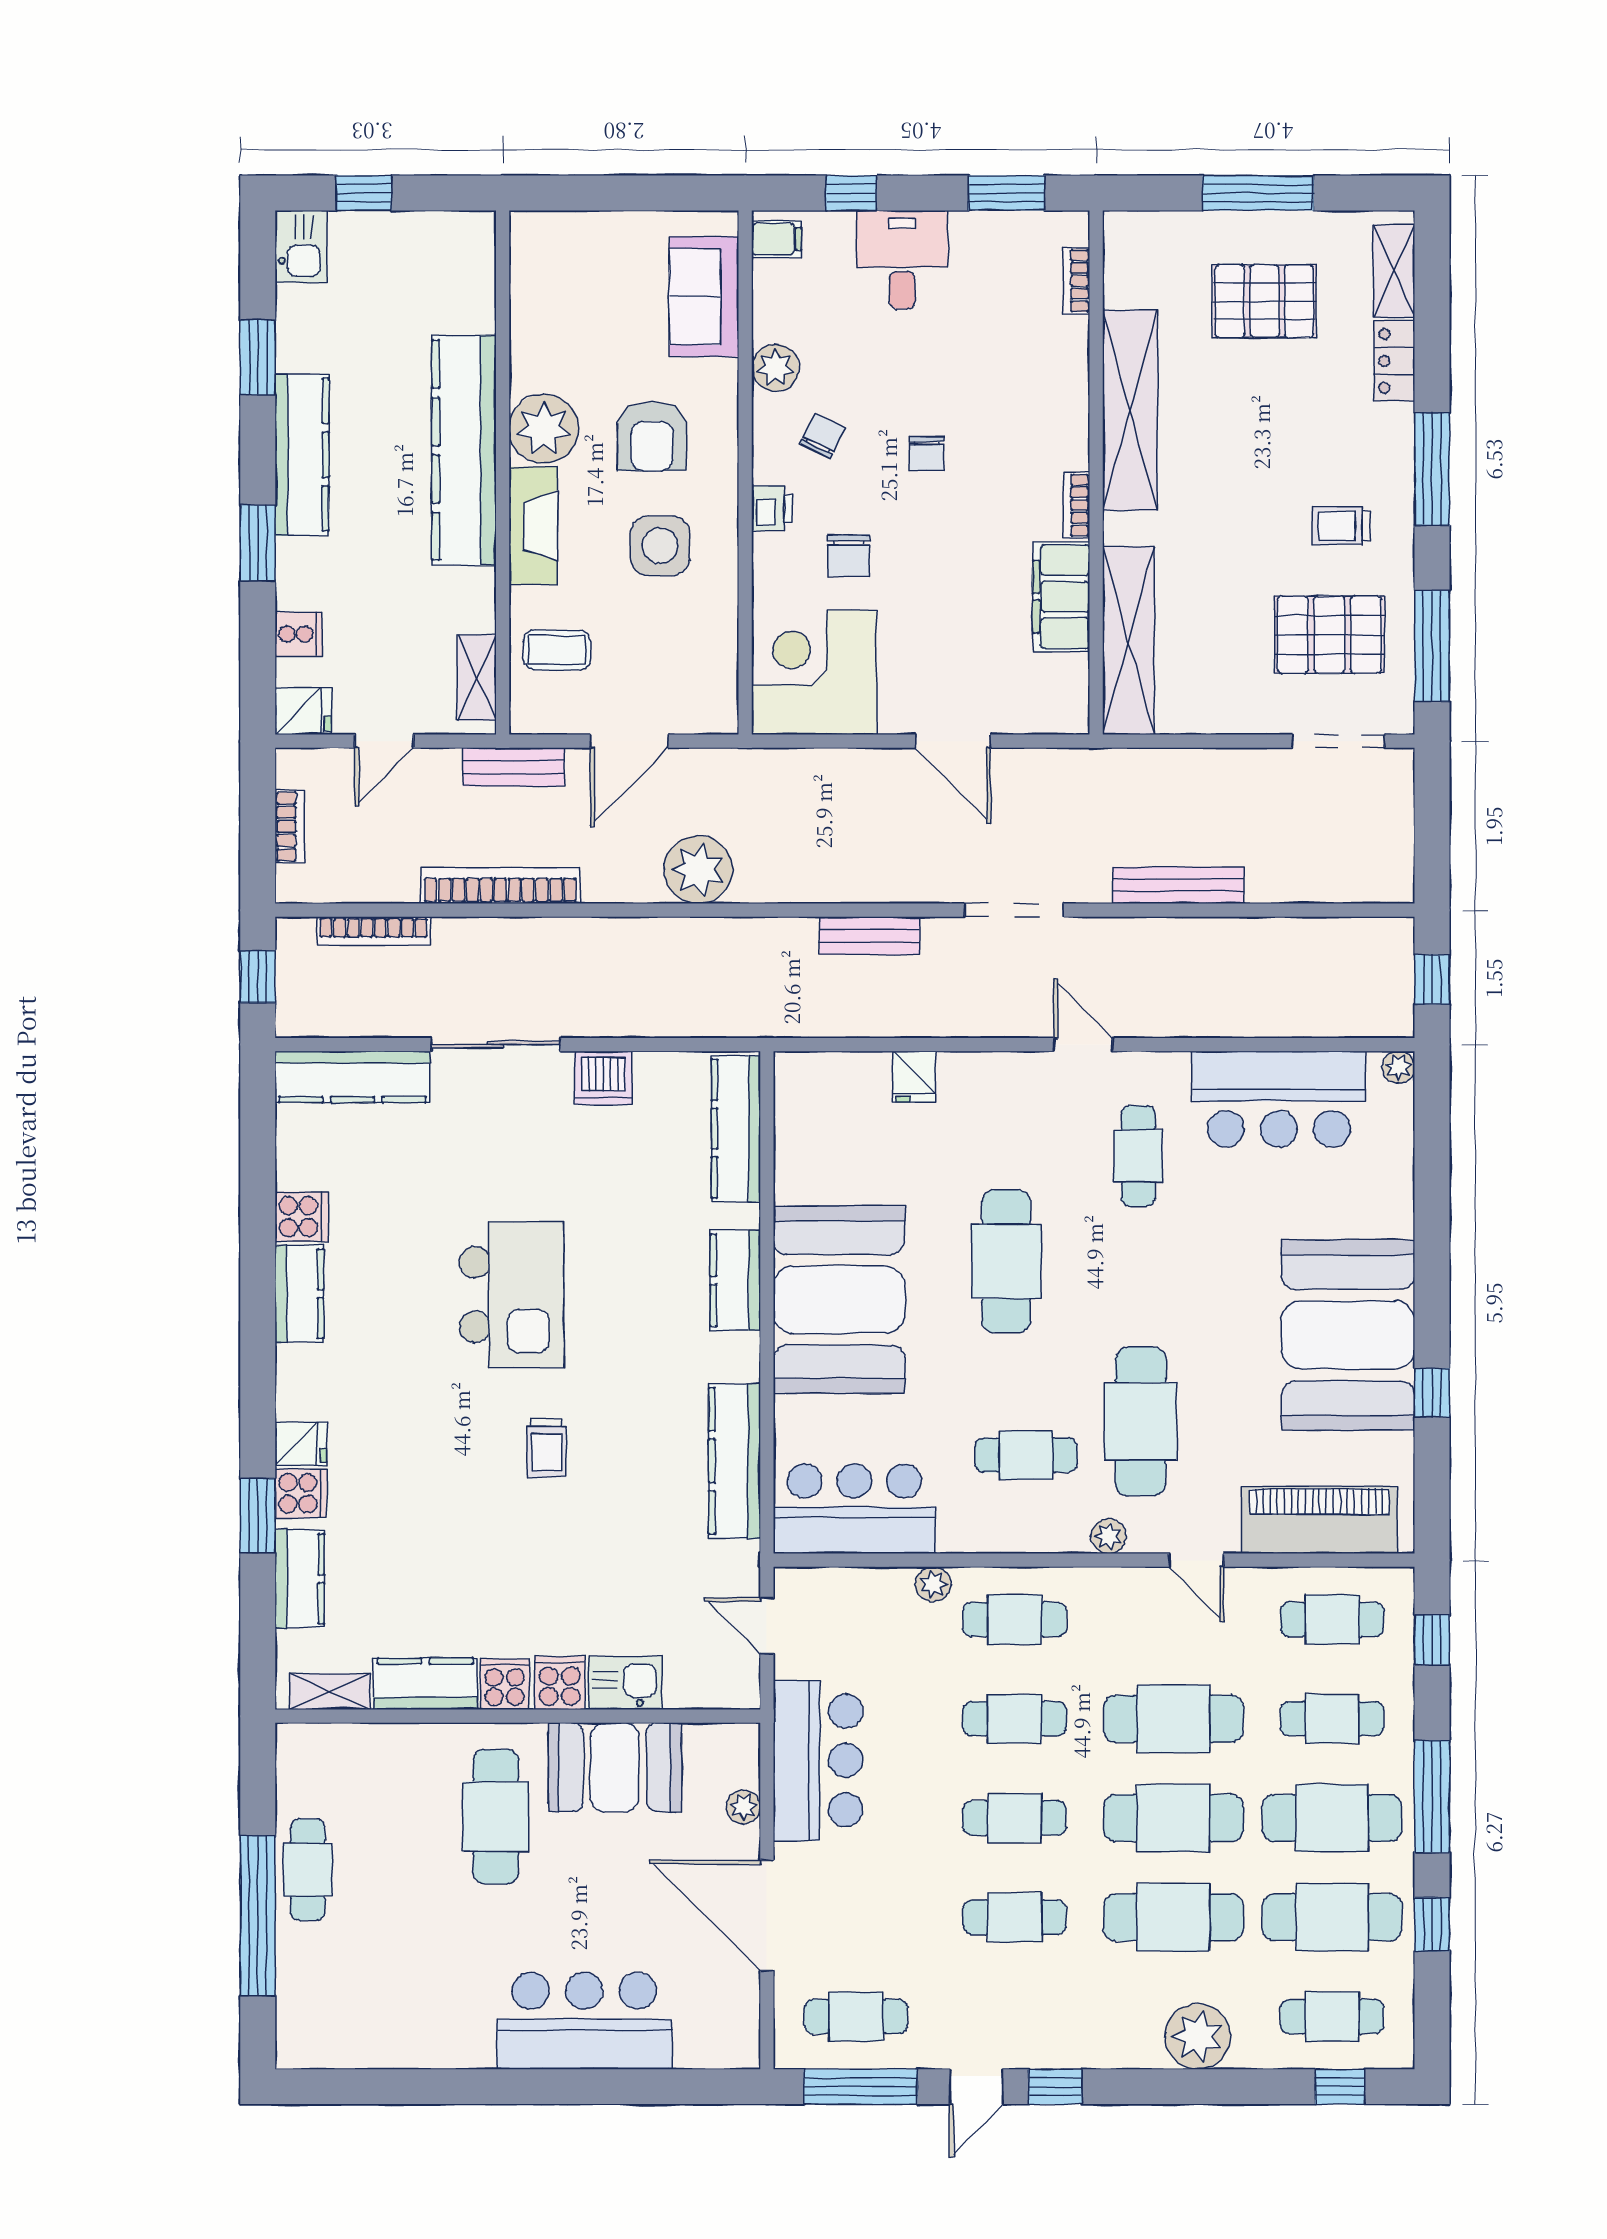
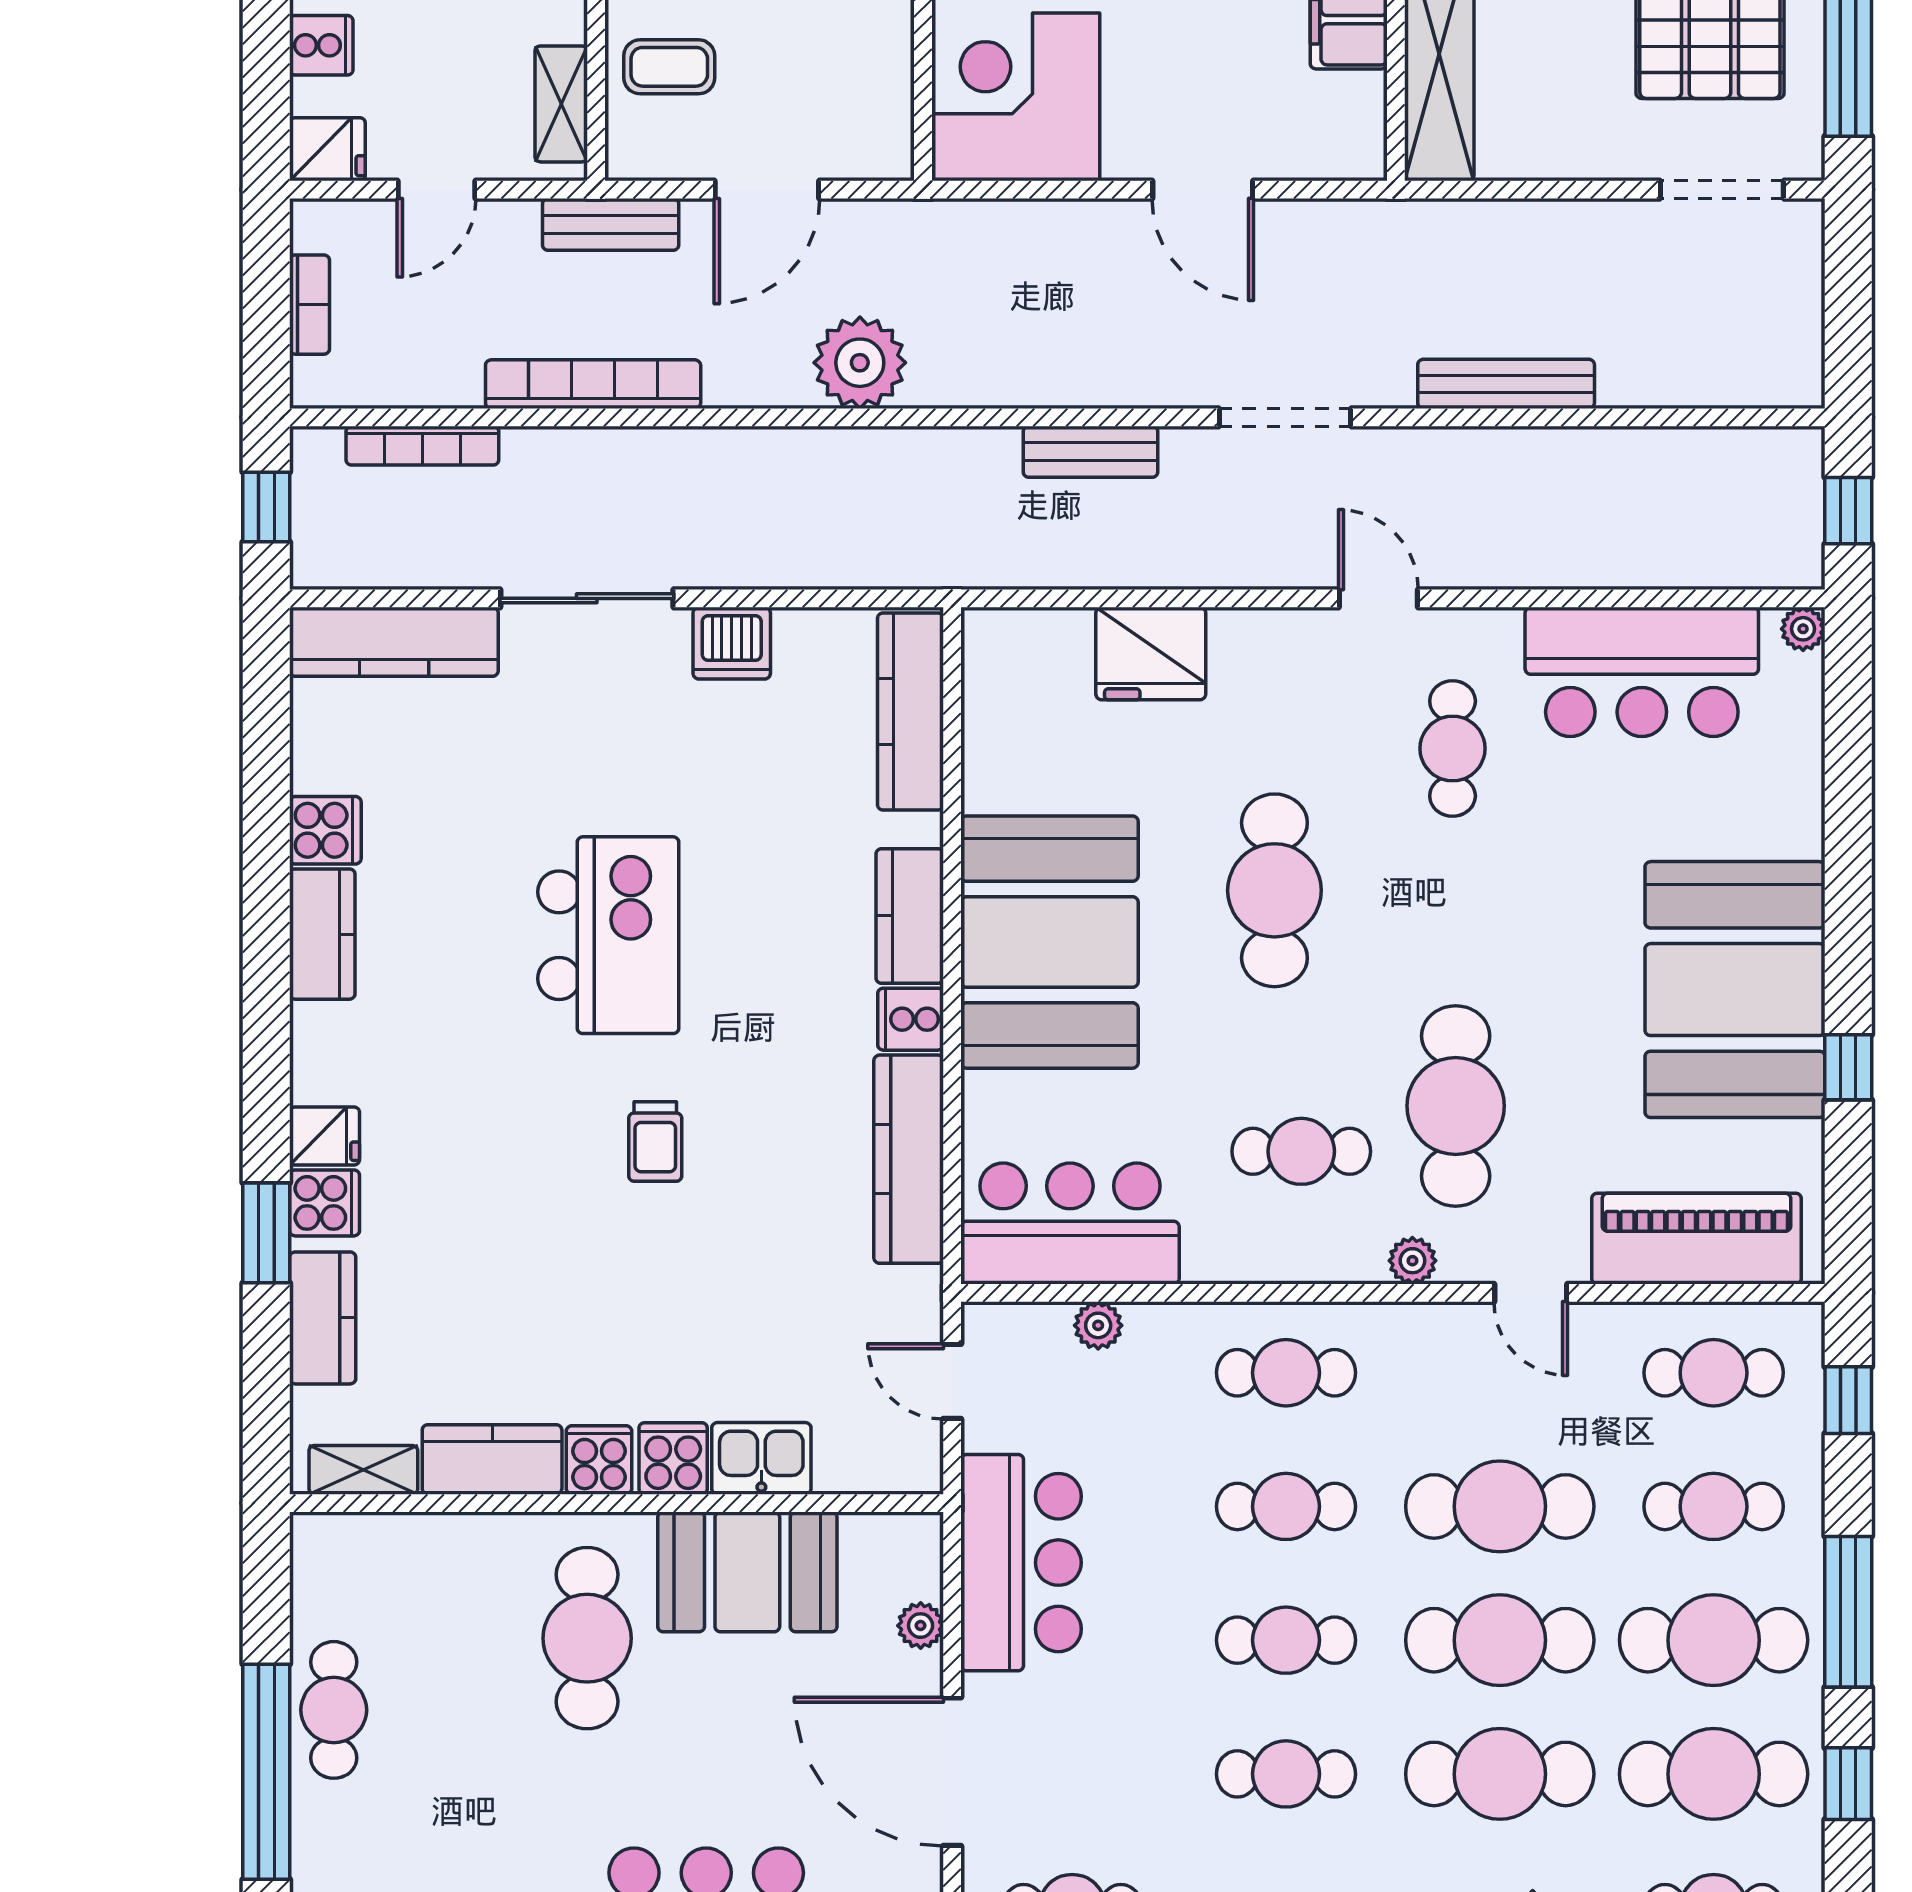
fridge: (914, 1077) -> (1151, 653), width x1.88, depth x1.34
cooker: (736, 1357) -> (911, 1019), added
plant: (933, 1584) -> (1098, 1325), moved

